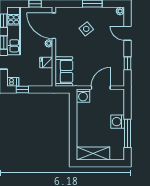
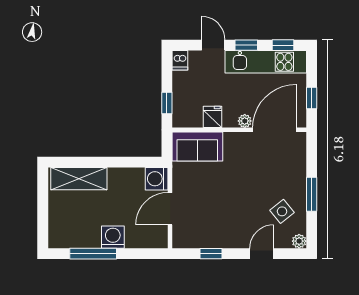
side table: (86, 29) -> (282, 211), moved
door: (101, 88) -> (170, 209), swing flipped
window: (22, 90) -> (167, 103), moved
shelving: (93, 153) -> (79, 179), moved, turned 90

